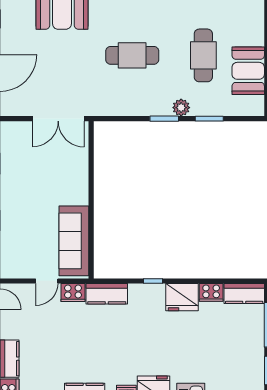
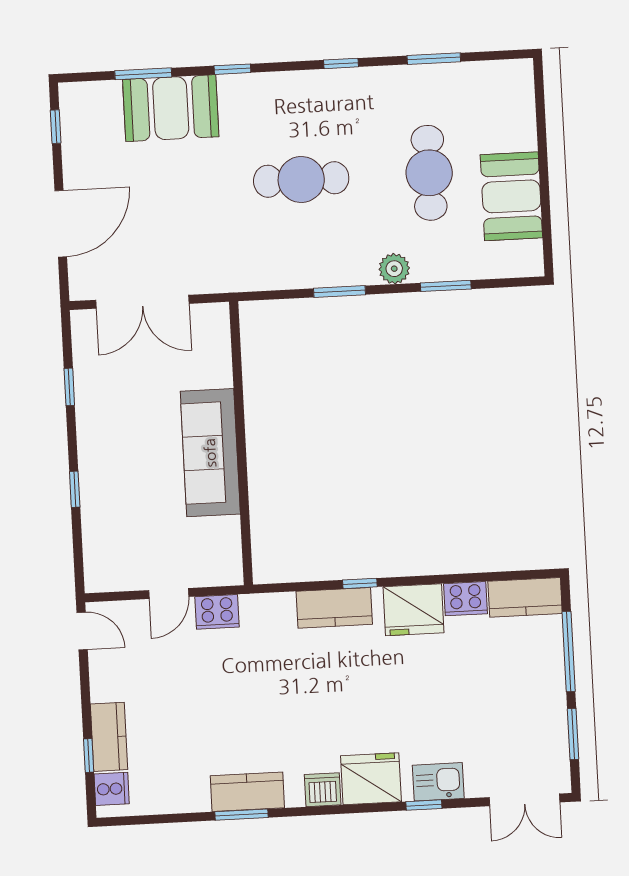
double door: (58, 119) -> (142, 302), moved
window: (164, 119) -> (340, 291), moved
sofa: (74, 241) -> (210, 453), moved
kitchen counter: (107, 294) -> (334, 608), moved

